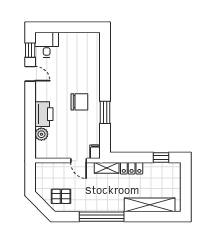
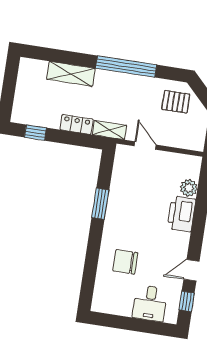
desk: (47, 45) -> (150, 303), moved
door: (30, 74) -> (191, 270), hinge flipped
chair: (79, 102) -> (125, 262), moved
filing cabinet: (95, 152) -> (122, 154), removed
shelving: (150, 205) -> (71, 74), width x0.68

